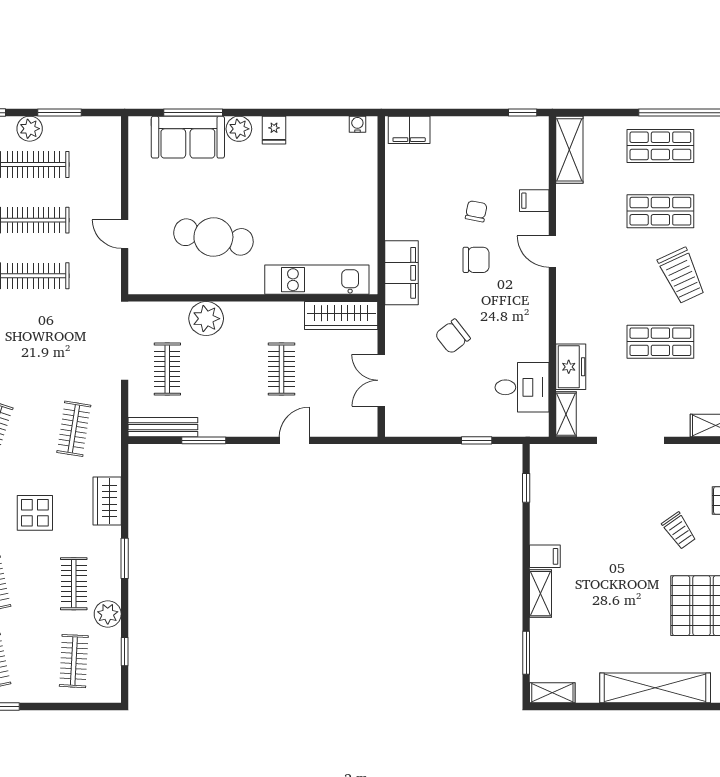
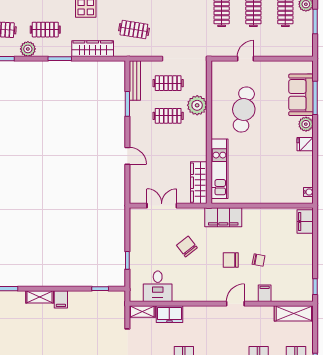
chair: (476, 260) -> (231, 260), turned 90
clothes rail: (282, 369) -> (168, 116), moved
wardrobe: (107, 501) -> (93, 49), width x1.50

